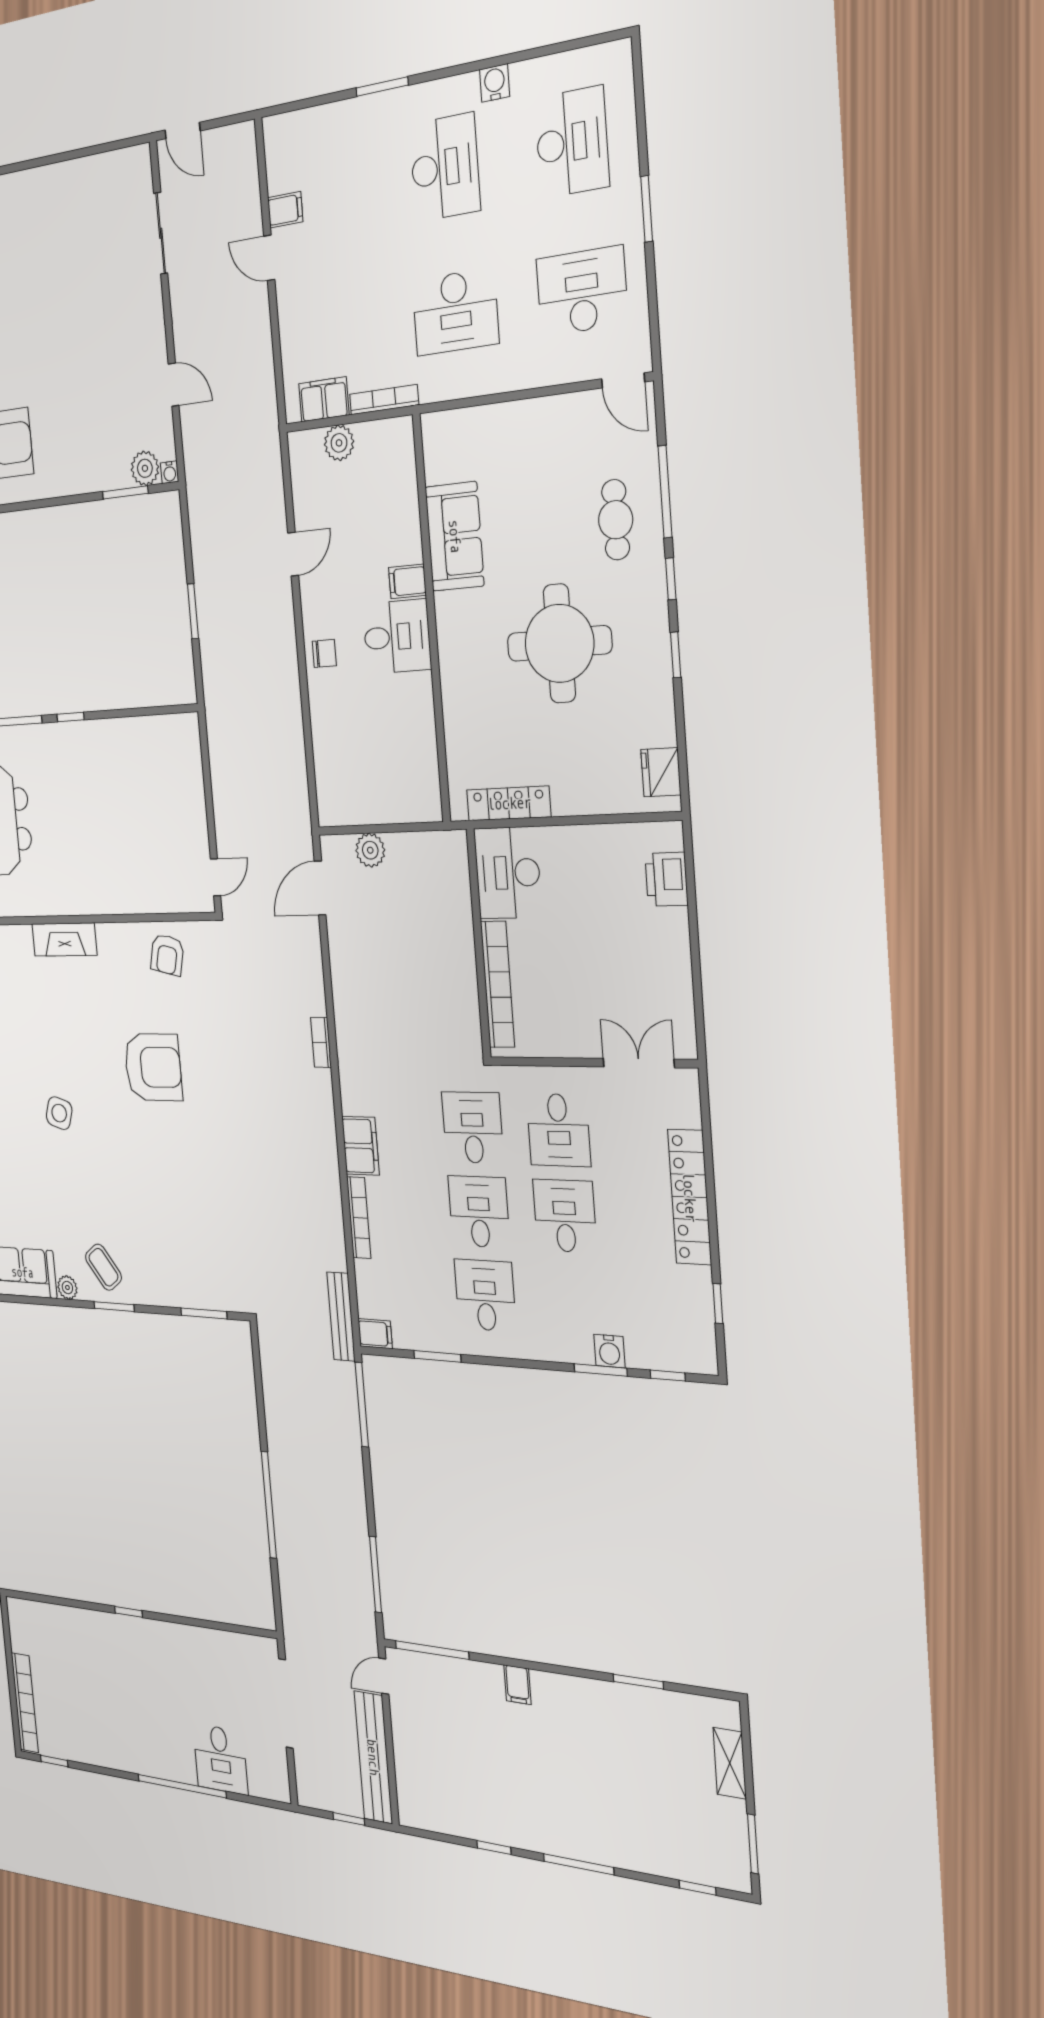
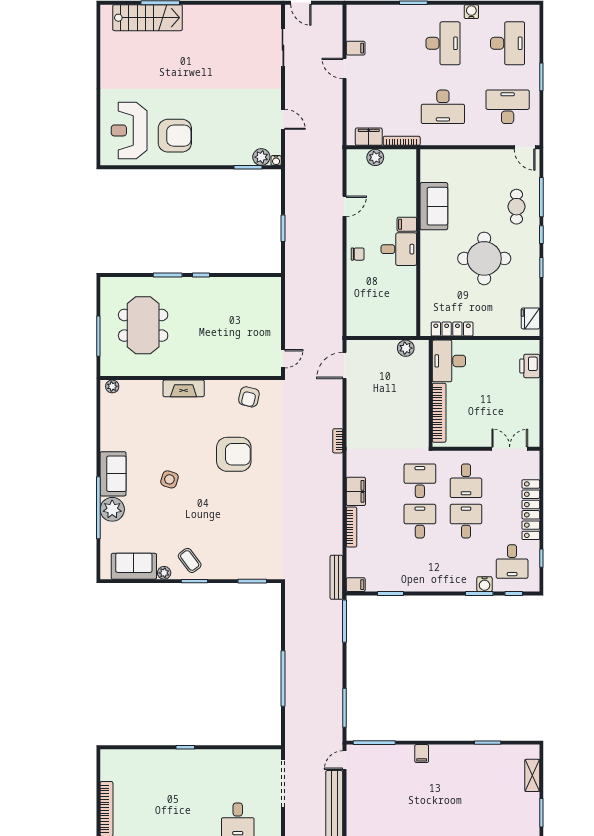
plant: (370, 850) -> (406, 348), moved
desk: (485, 1295) -> (512, 562), moved, turned 180

